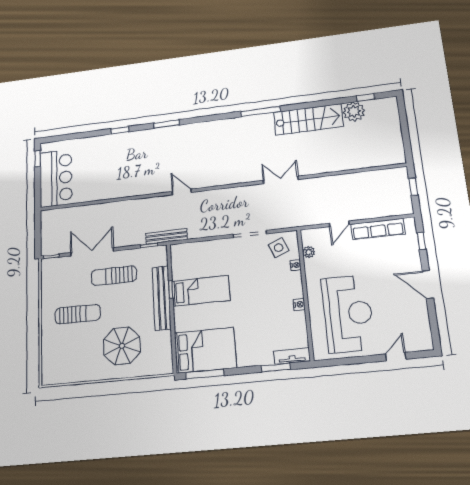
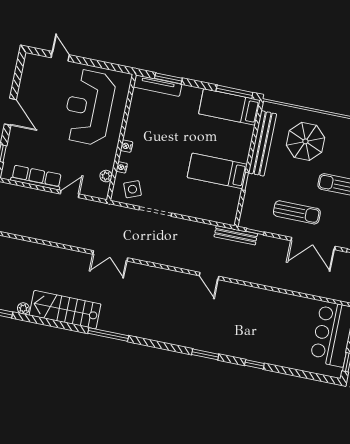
plant: (354, 112) -> (23, 308), width x0.53, depth x0.53
bench: (162, 298) -> (263, 143), moved
nightstand: (299, 304) -> (127, 146), moved
bed: (205, 350) -> (229, 107), width x0.67
tv unit: (292, 356) -> (157, 86), width x1.41
door: (396, 357) -> (60, 56), swing flipped

